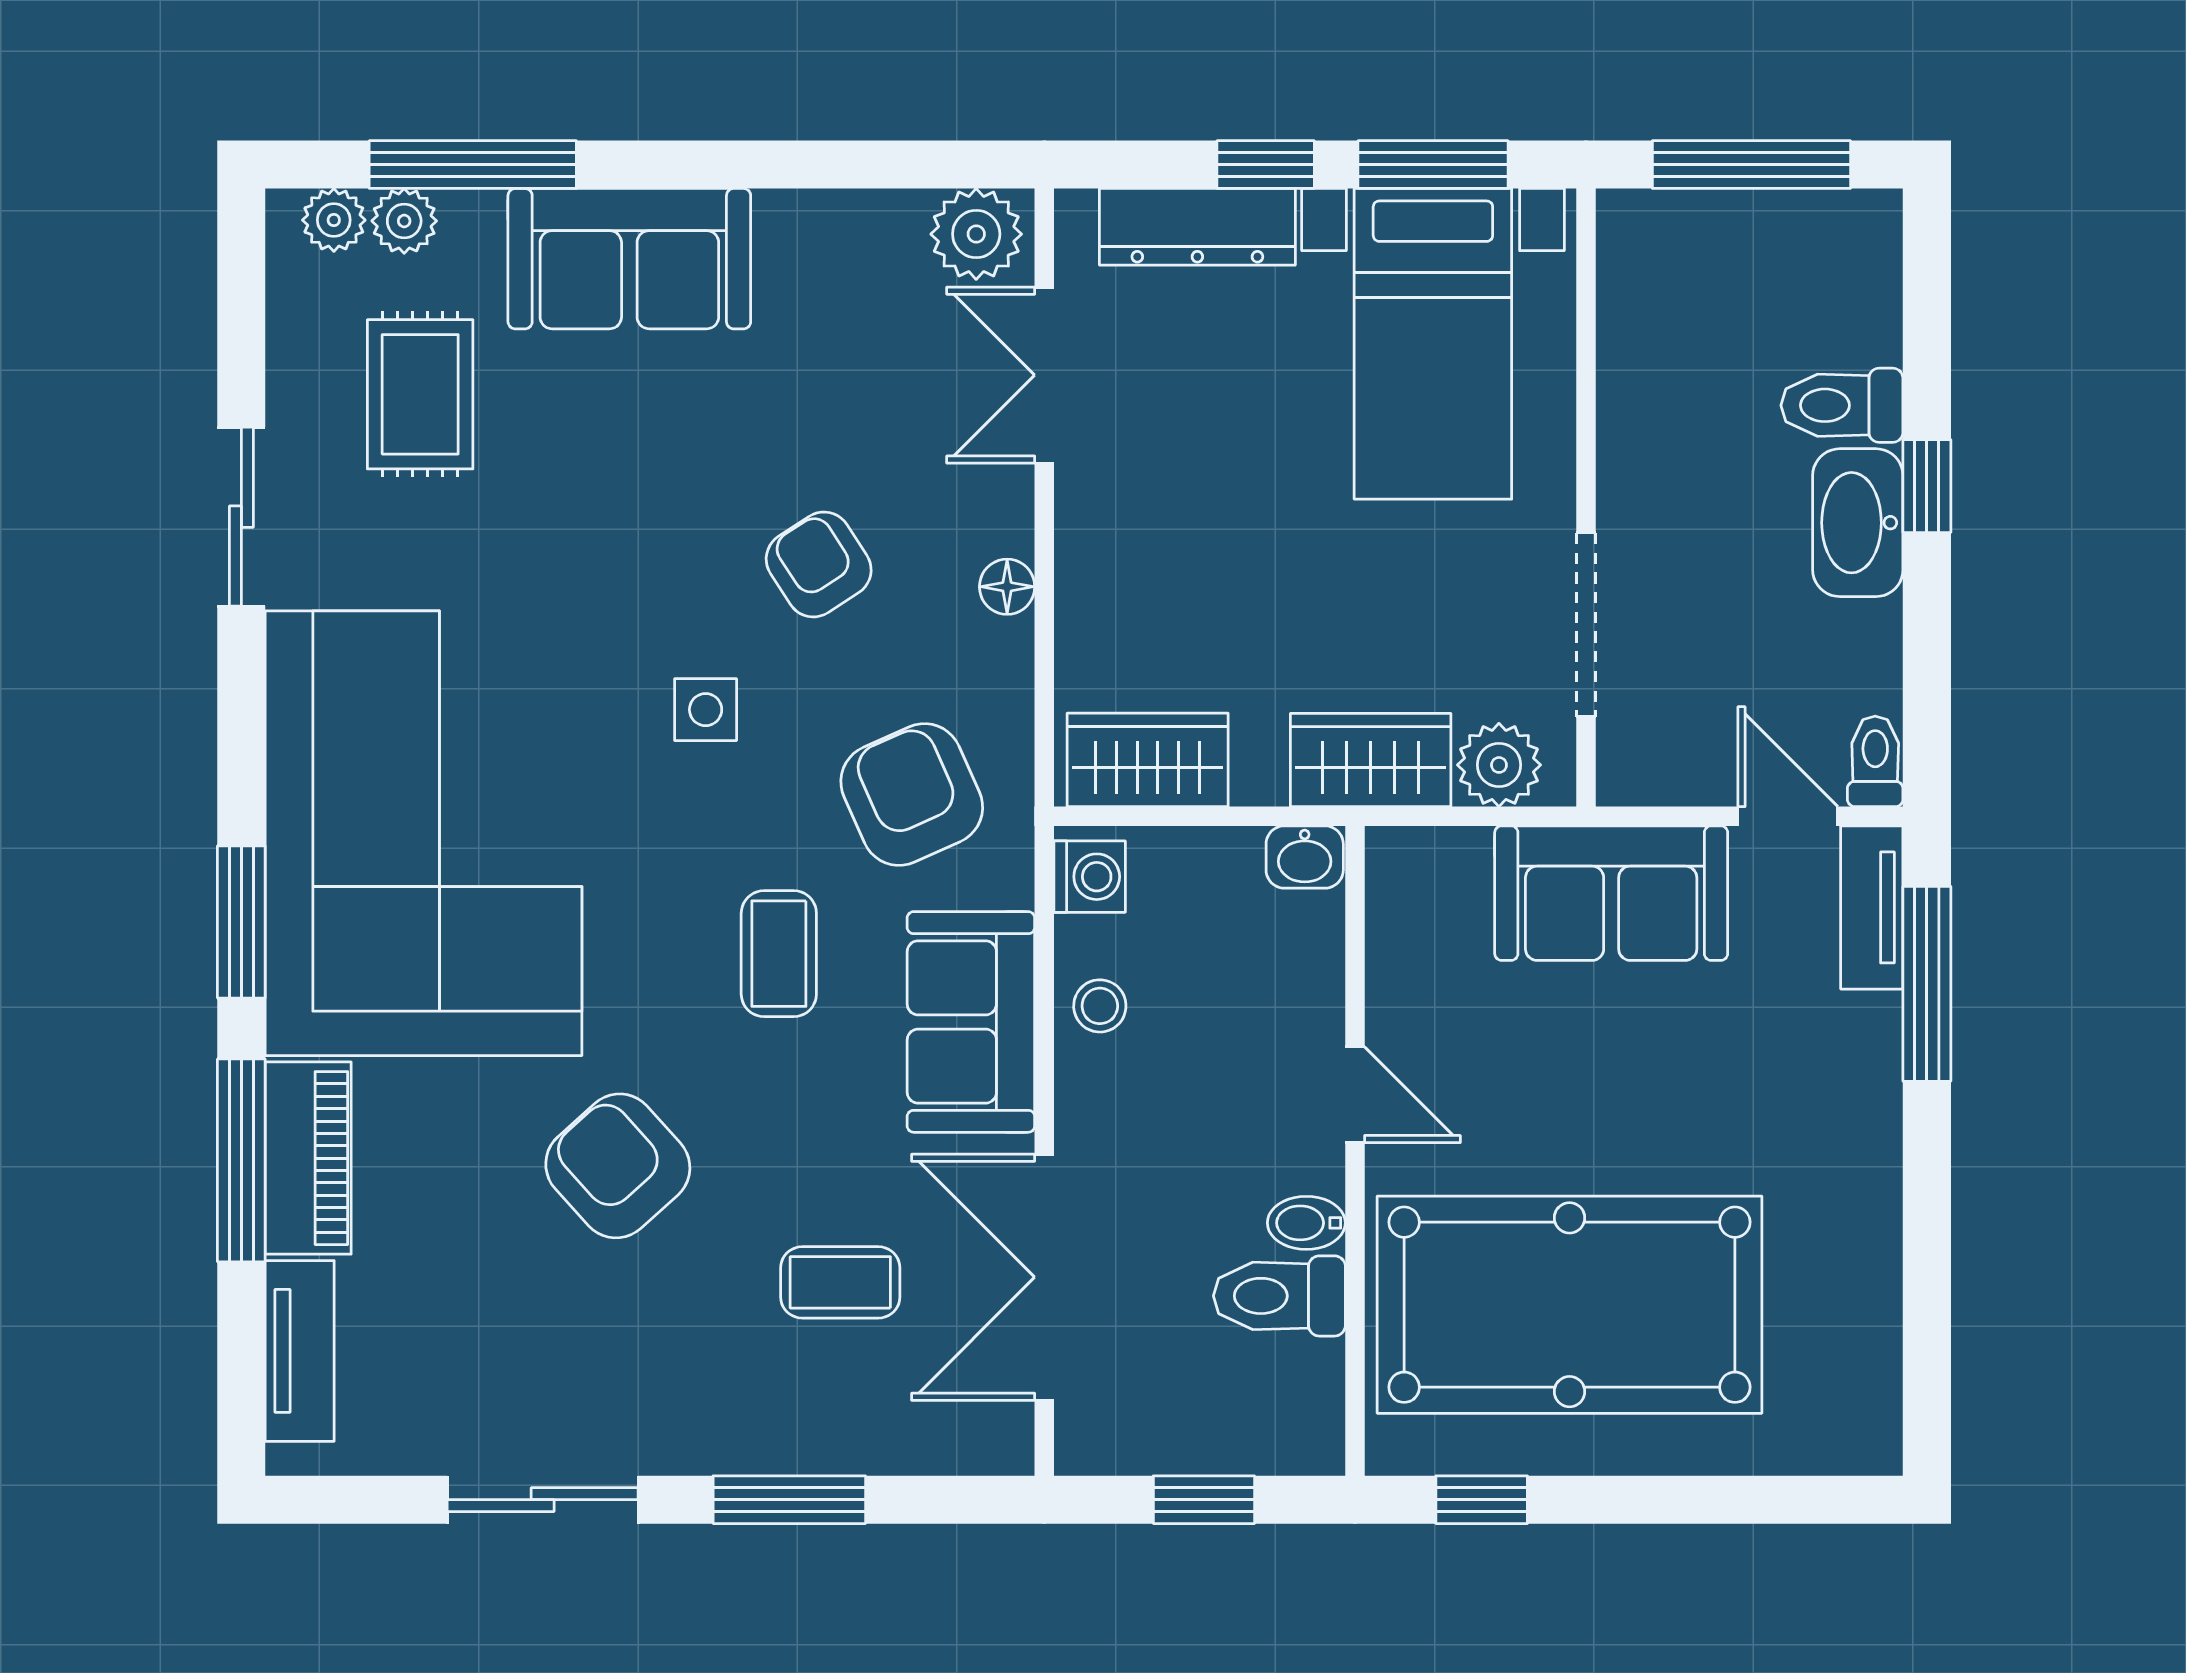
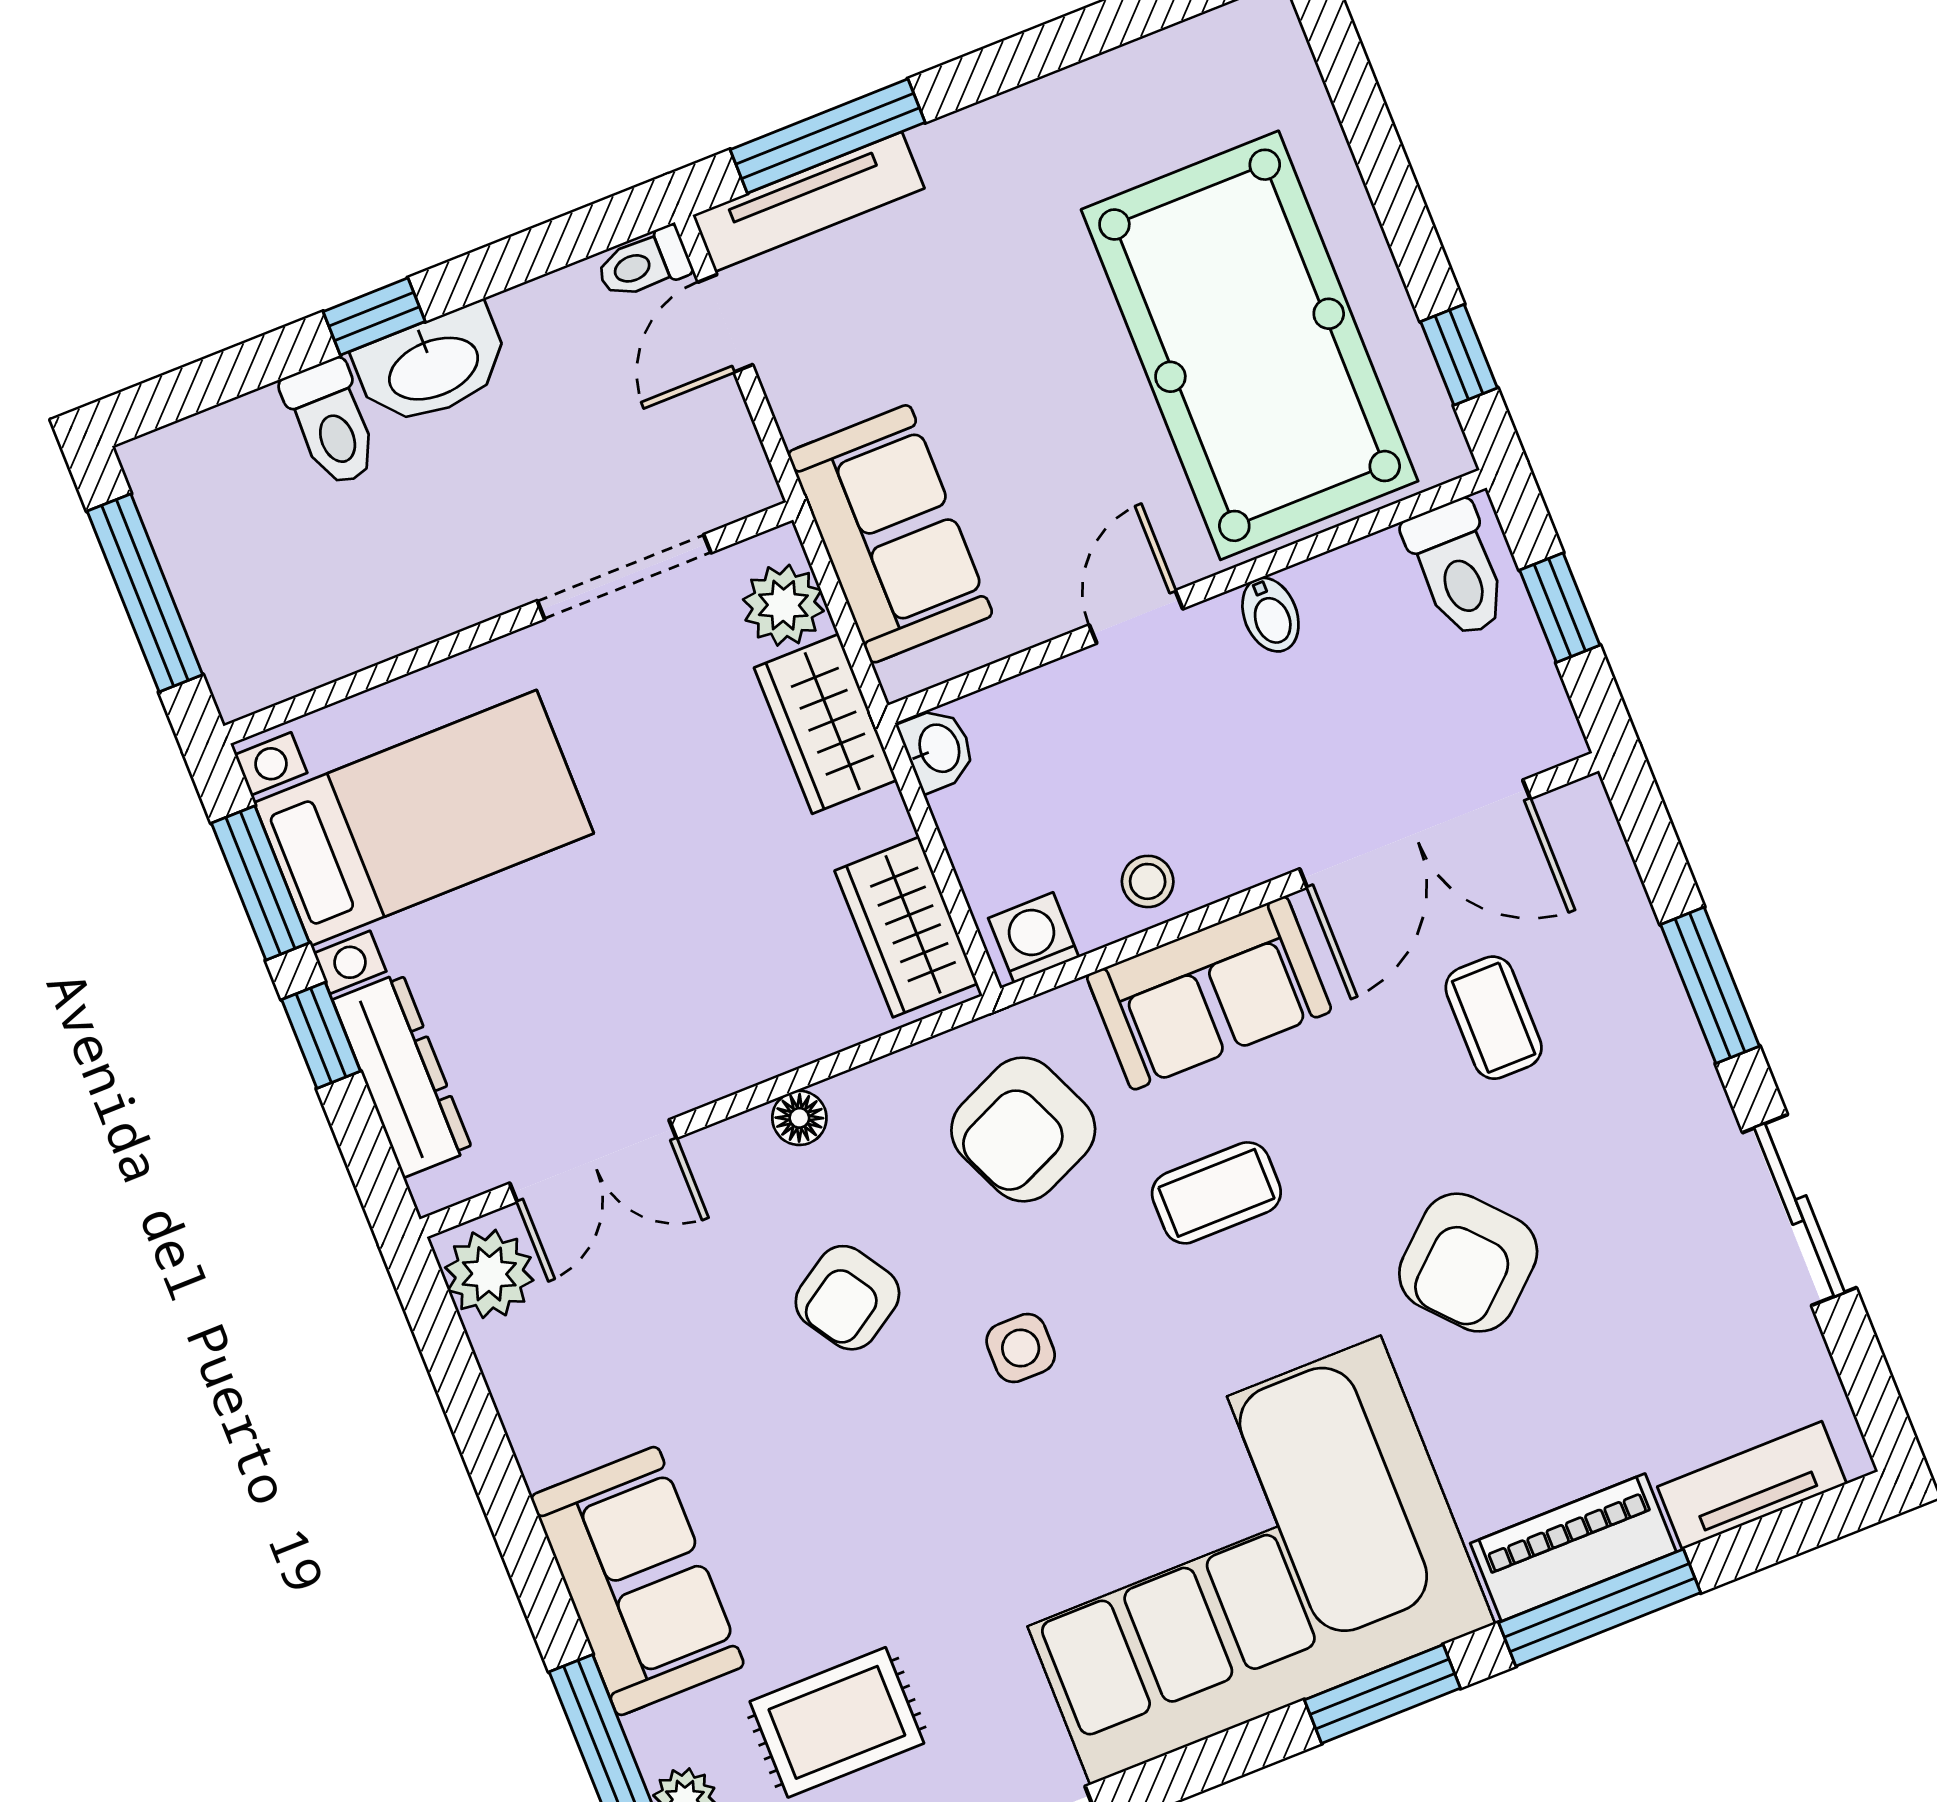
sofa: (1611, 893) -> (890, 534), moved
tv unit: (1872, 907) -> (808, 202), width x1.41
toilet: (1279, 1296) -> (1457, 569), moved

